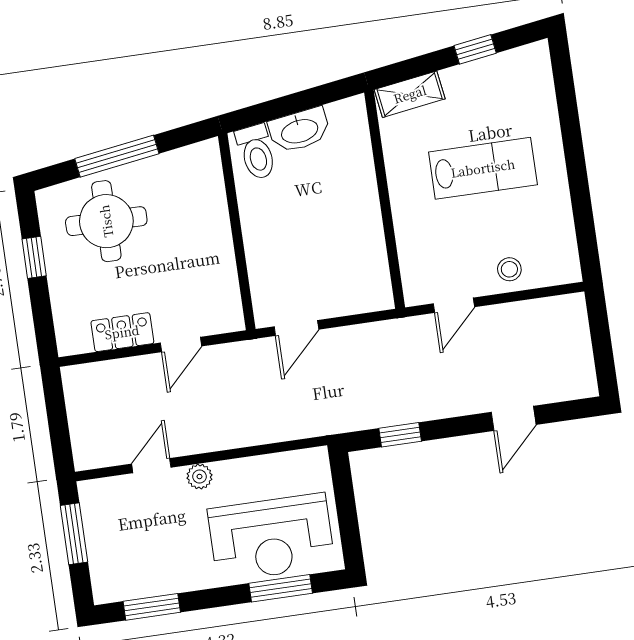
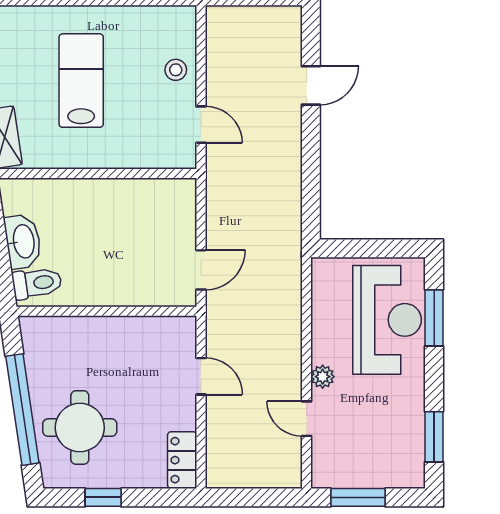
window: (117, 156) -> (22, 410), width x1.46
door: (296, 328) -> (201, 270), hinge flipped
locker: (122, 332) -> (182, 460), moved
door: (514, 418) -> (311, 85), hinge flipped
window: (400, 435) -> (311, 190), removed

